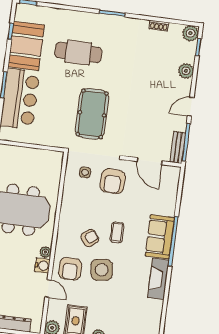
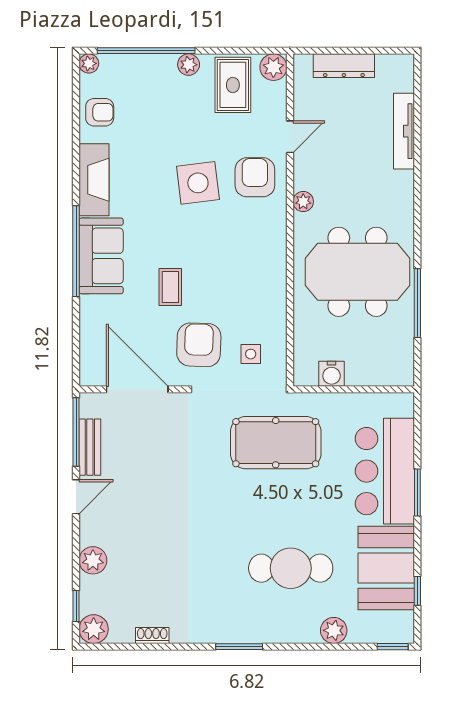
plant: (59, 15) -> (334, 630), added
pool table: (92, 114) -> (276, 443), moved, turned 90
bench: (178, 147) -> (90, 447), moved
door: (150, 161) -> (137, 389), width x1.36
coffee table: (117, 232) -> (170, 287), moved
armchair: (90, 238) -> (100, 112), moved, turned -141
water cooler: (42, 266) -> (332, 374), moved, turned -90
door: (48, 288) -> (290, 137), swing flipped

